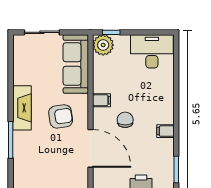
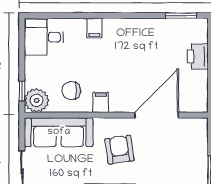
desk: (152, 51) -> (44, 37), width x0.73
chair: (125, 120) -> (71, 91), moved
filing cabinet: (166, 131) -> (94, 28), moved

